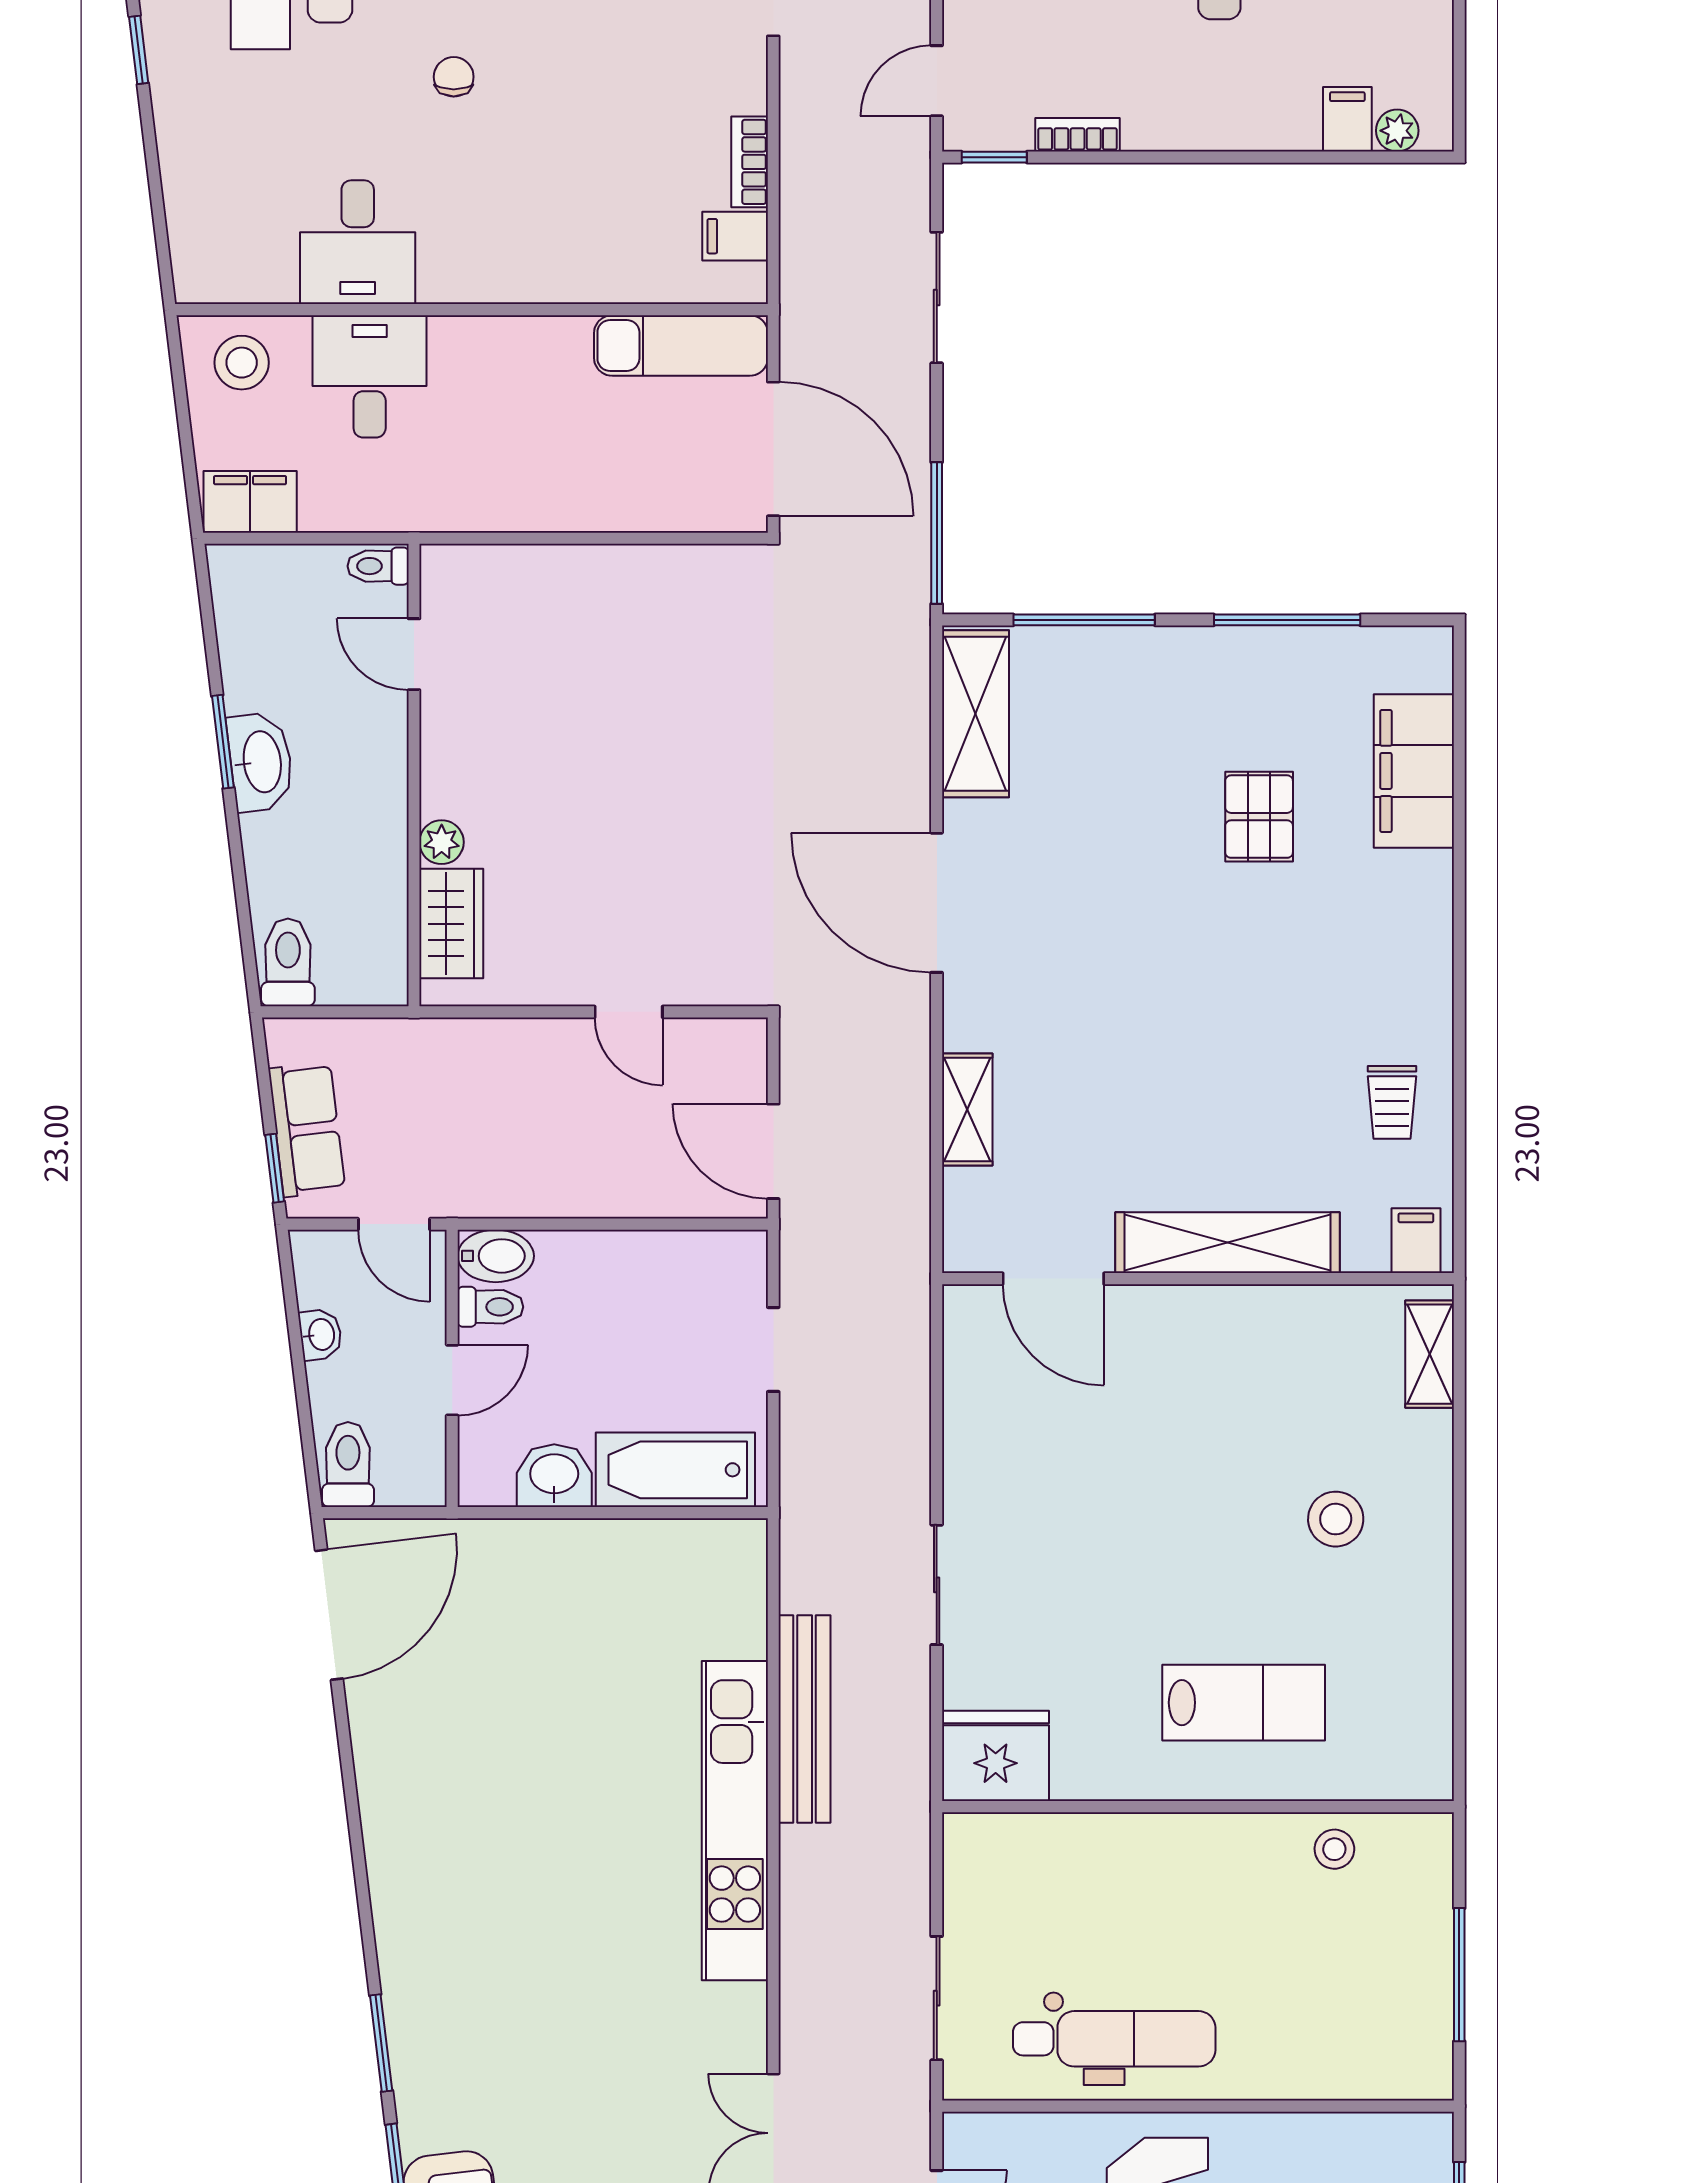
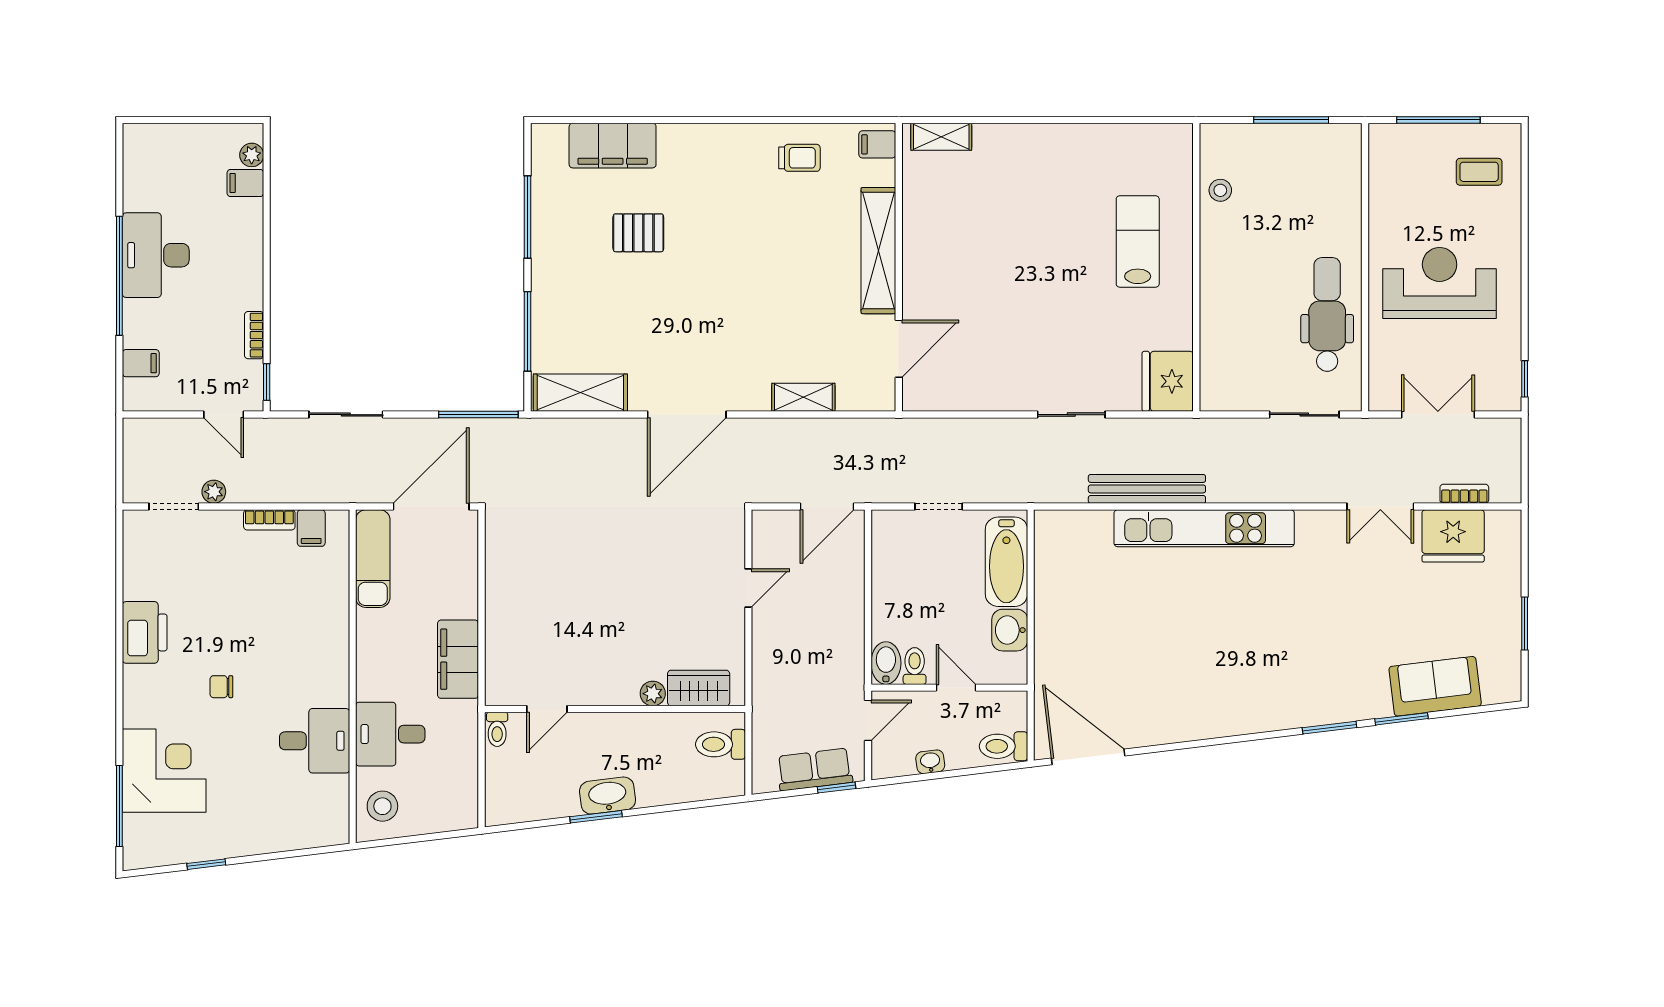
plant: (800, 63) -> (214, 492), added
filing cabinet: (250, 502) -> (458, 659), moved, width x1.50, depth x1.17
toilet: (288, 962) -> (720, 744), moved
stool: (1336, 1519) -> (1034, 190), removed

